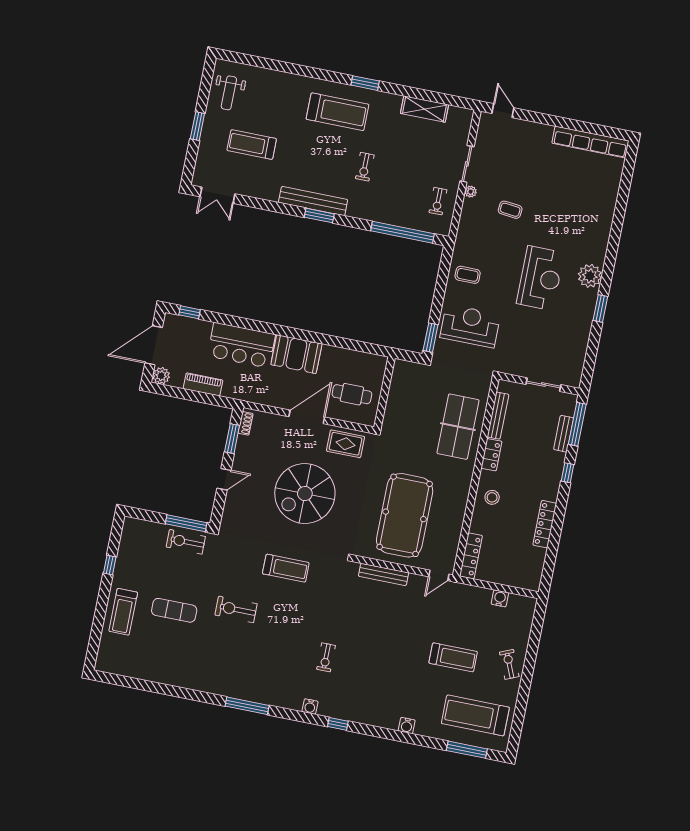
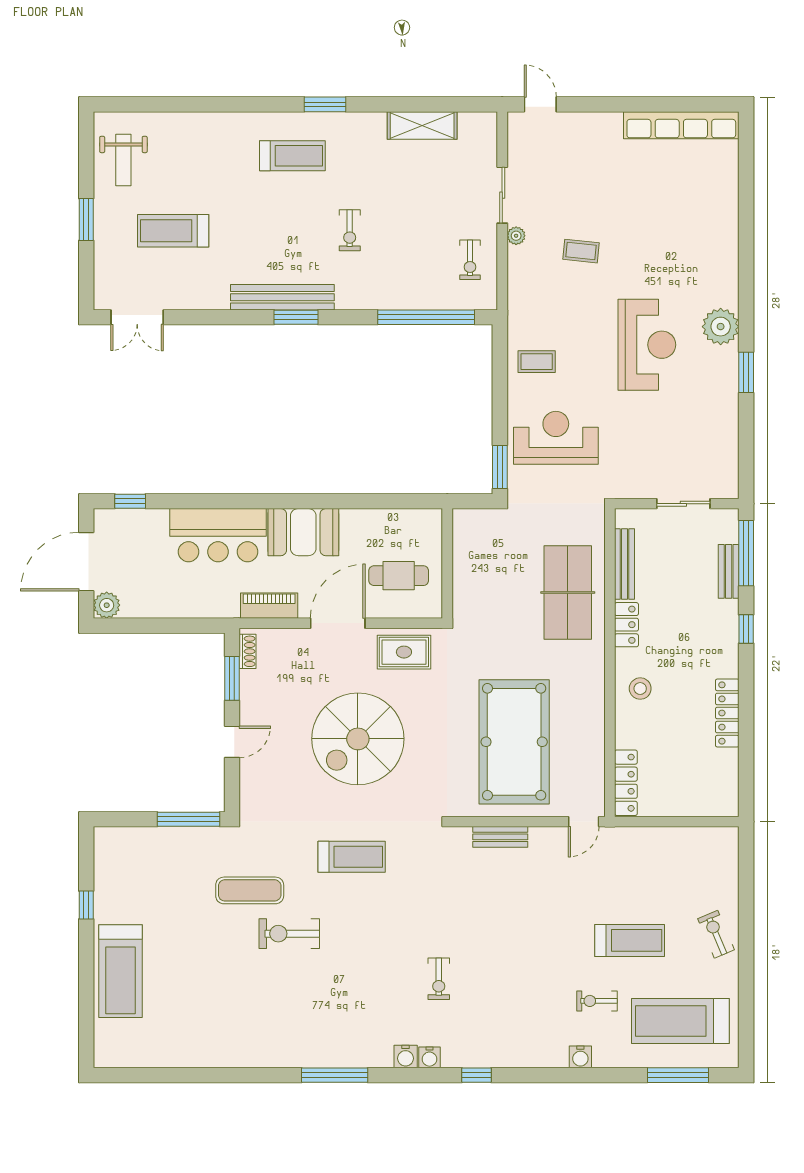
treadmill: (338, 112) -> (292, 156), width x0.73, depth x0.73
piano: (203, 384) -> (269, 606), moved
exercise bike: (186, 542) -> (597, 1001), moved, width x0.73, depth x0.72
bench: (384, 574) -> (500, 837), width x0.73
water cooler: (500, 598) -> (406, 1056), moved, turned 180
exercise mat: (174, 610) -> (250, 890), moved
treadmill: (123, 612) -> (120, 971), width x1.37, depth x1.38

